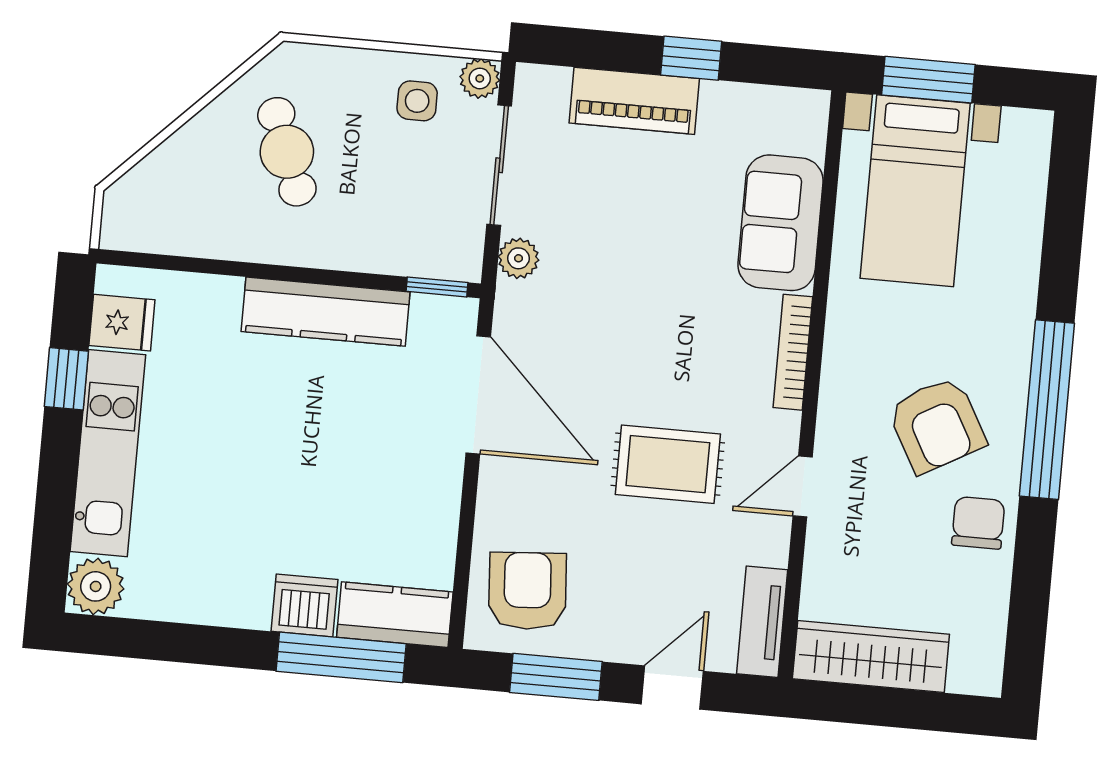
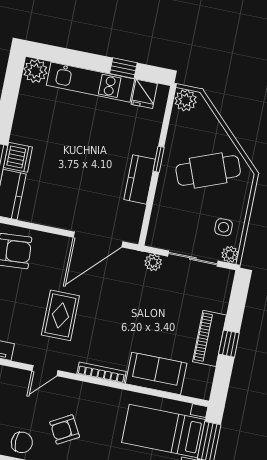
piano: (634, 101) -> (210, 338), moved
cafe table: (287, 152) -> (208, 171), width x1.37, depth x1.35
plant: (126, 223) -> (186, 100), added
window: (437, 287) -> (159, 159), moved
kitchen counter: (326, 312) -> (140, 179), width x0.67
armchair: (937, 425) -> (65, 429), width x0.72, depth x0.72
door: (803, 487) -> (45, 371), swing flipped

